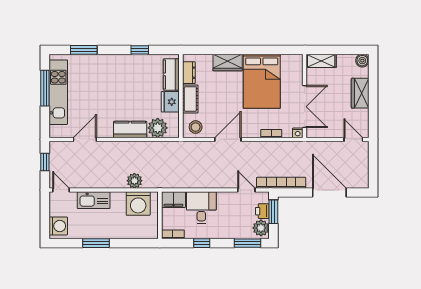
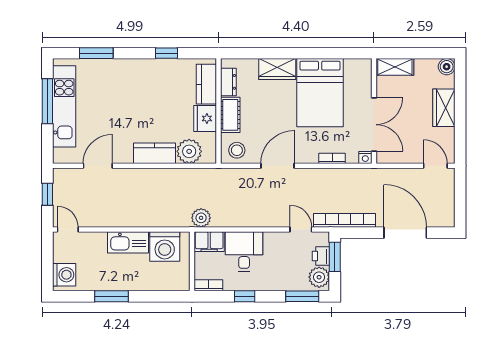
plant: (134, 181) -> (201, 218), moved
kitchen sink: (94, 200) -> (128, 242), moved

